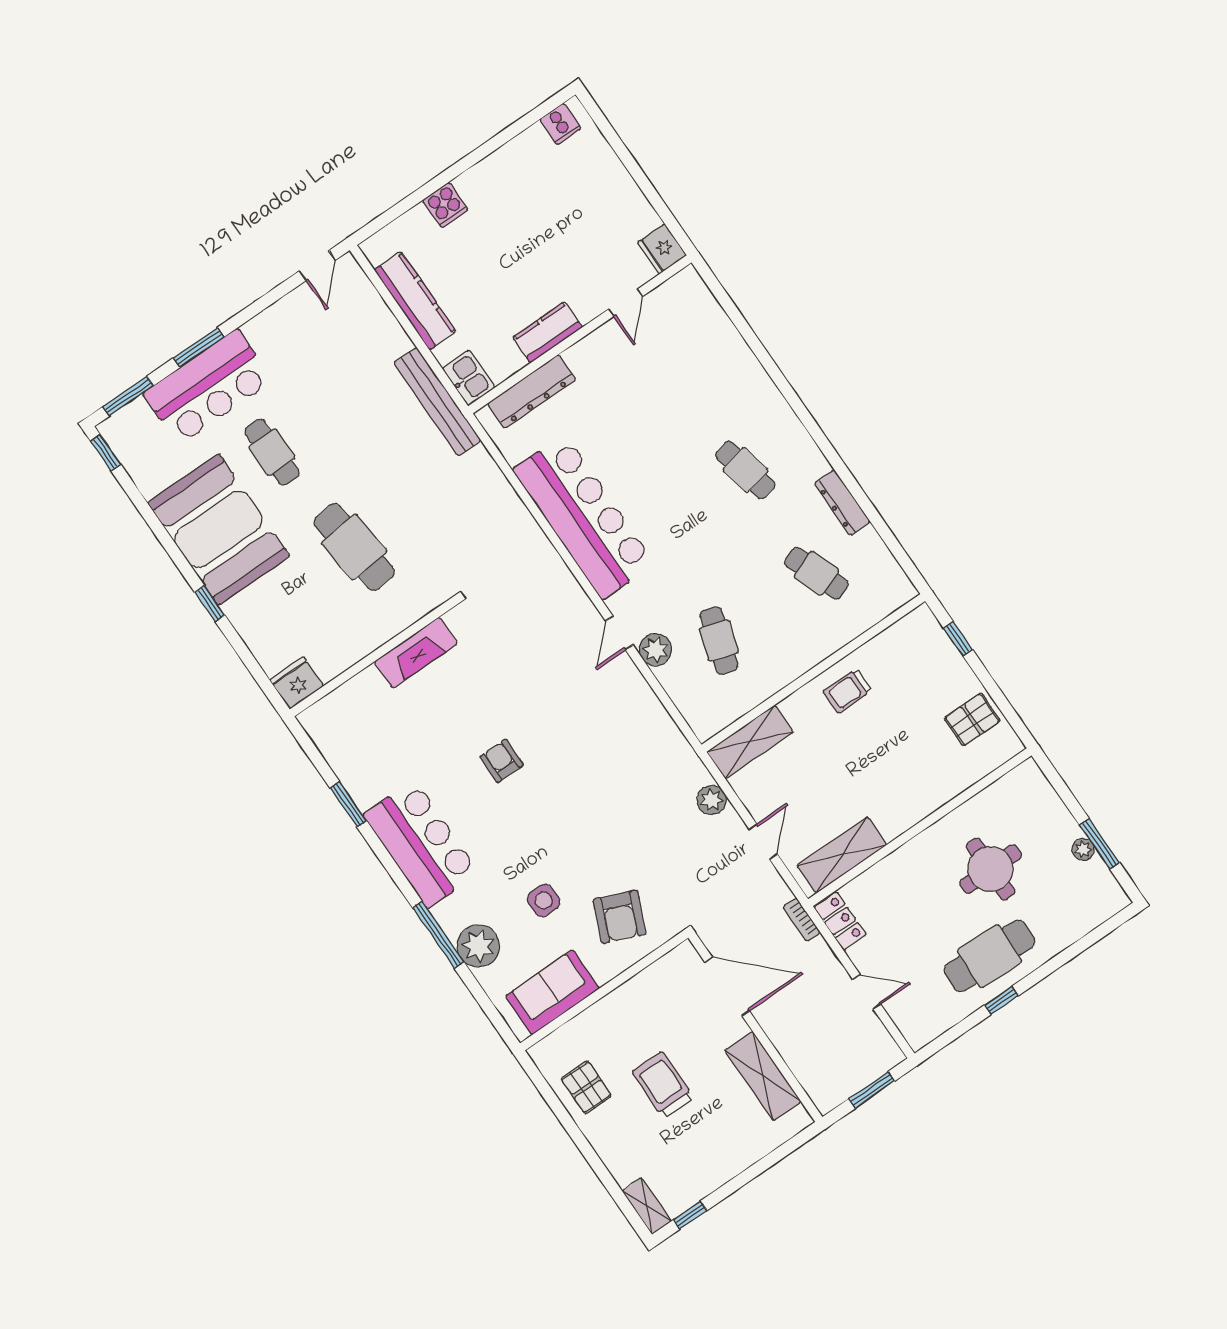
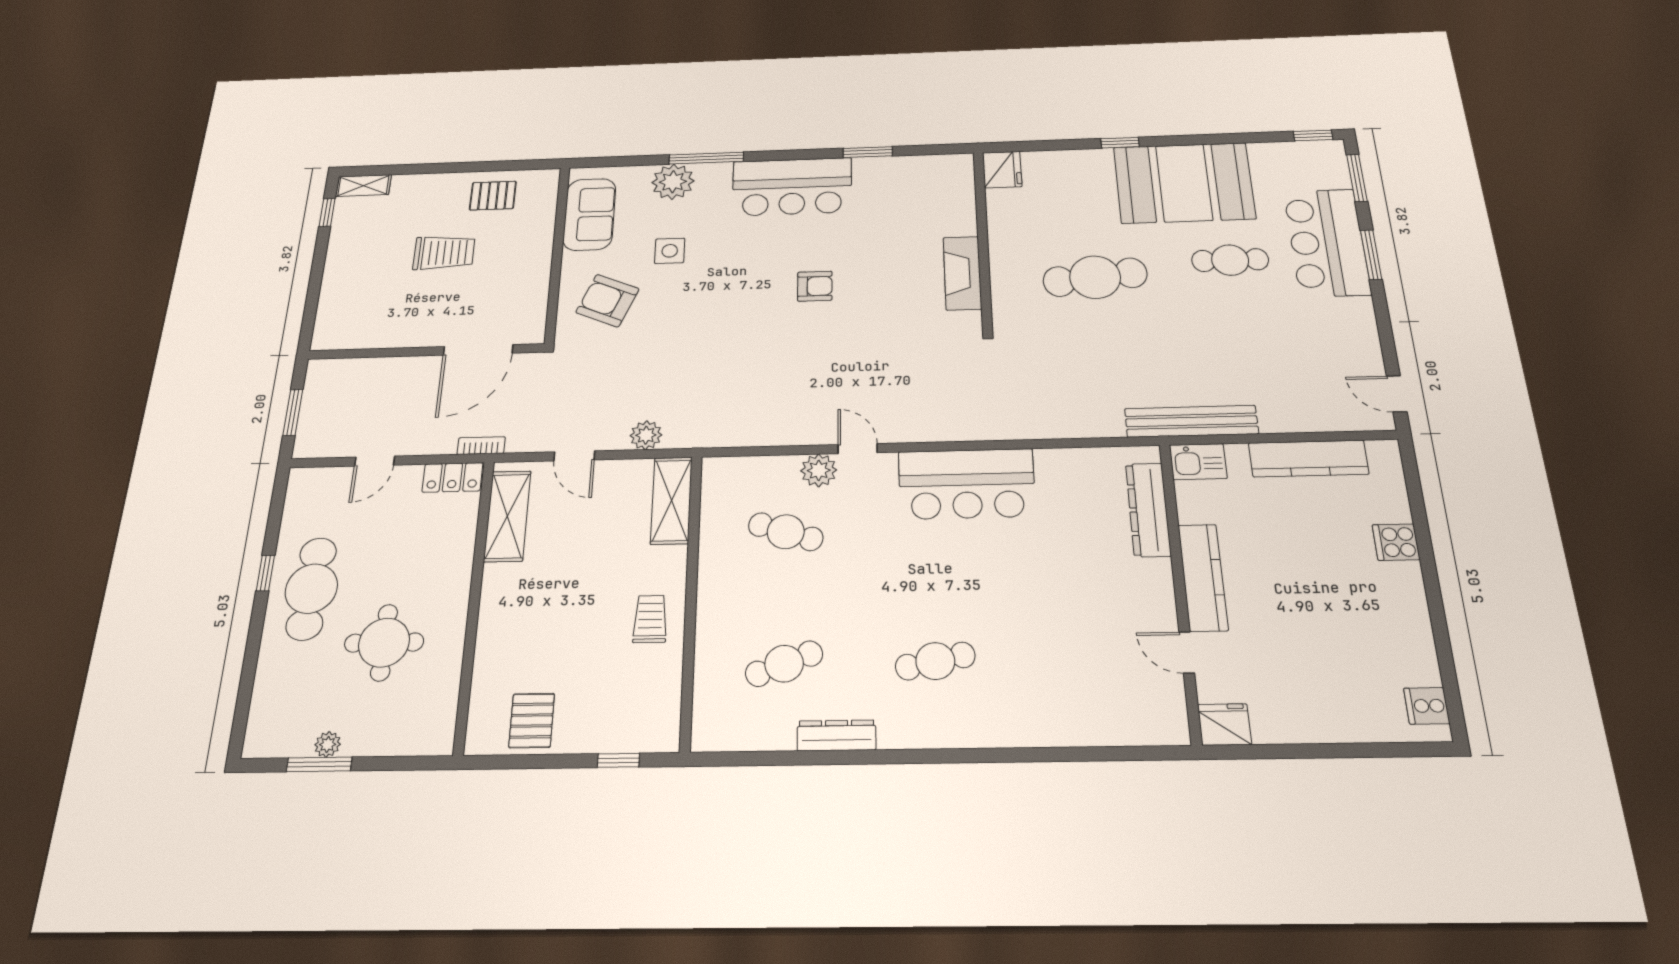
kitchen counter: (548, 332) -> (1203, 577), width x1.50
bar counter: (584, 517) -> (967, 484), width x0.73
shelving: (763, 1076) -> (382, 333), removed

